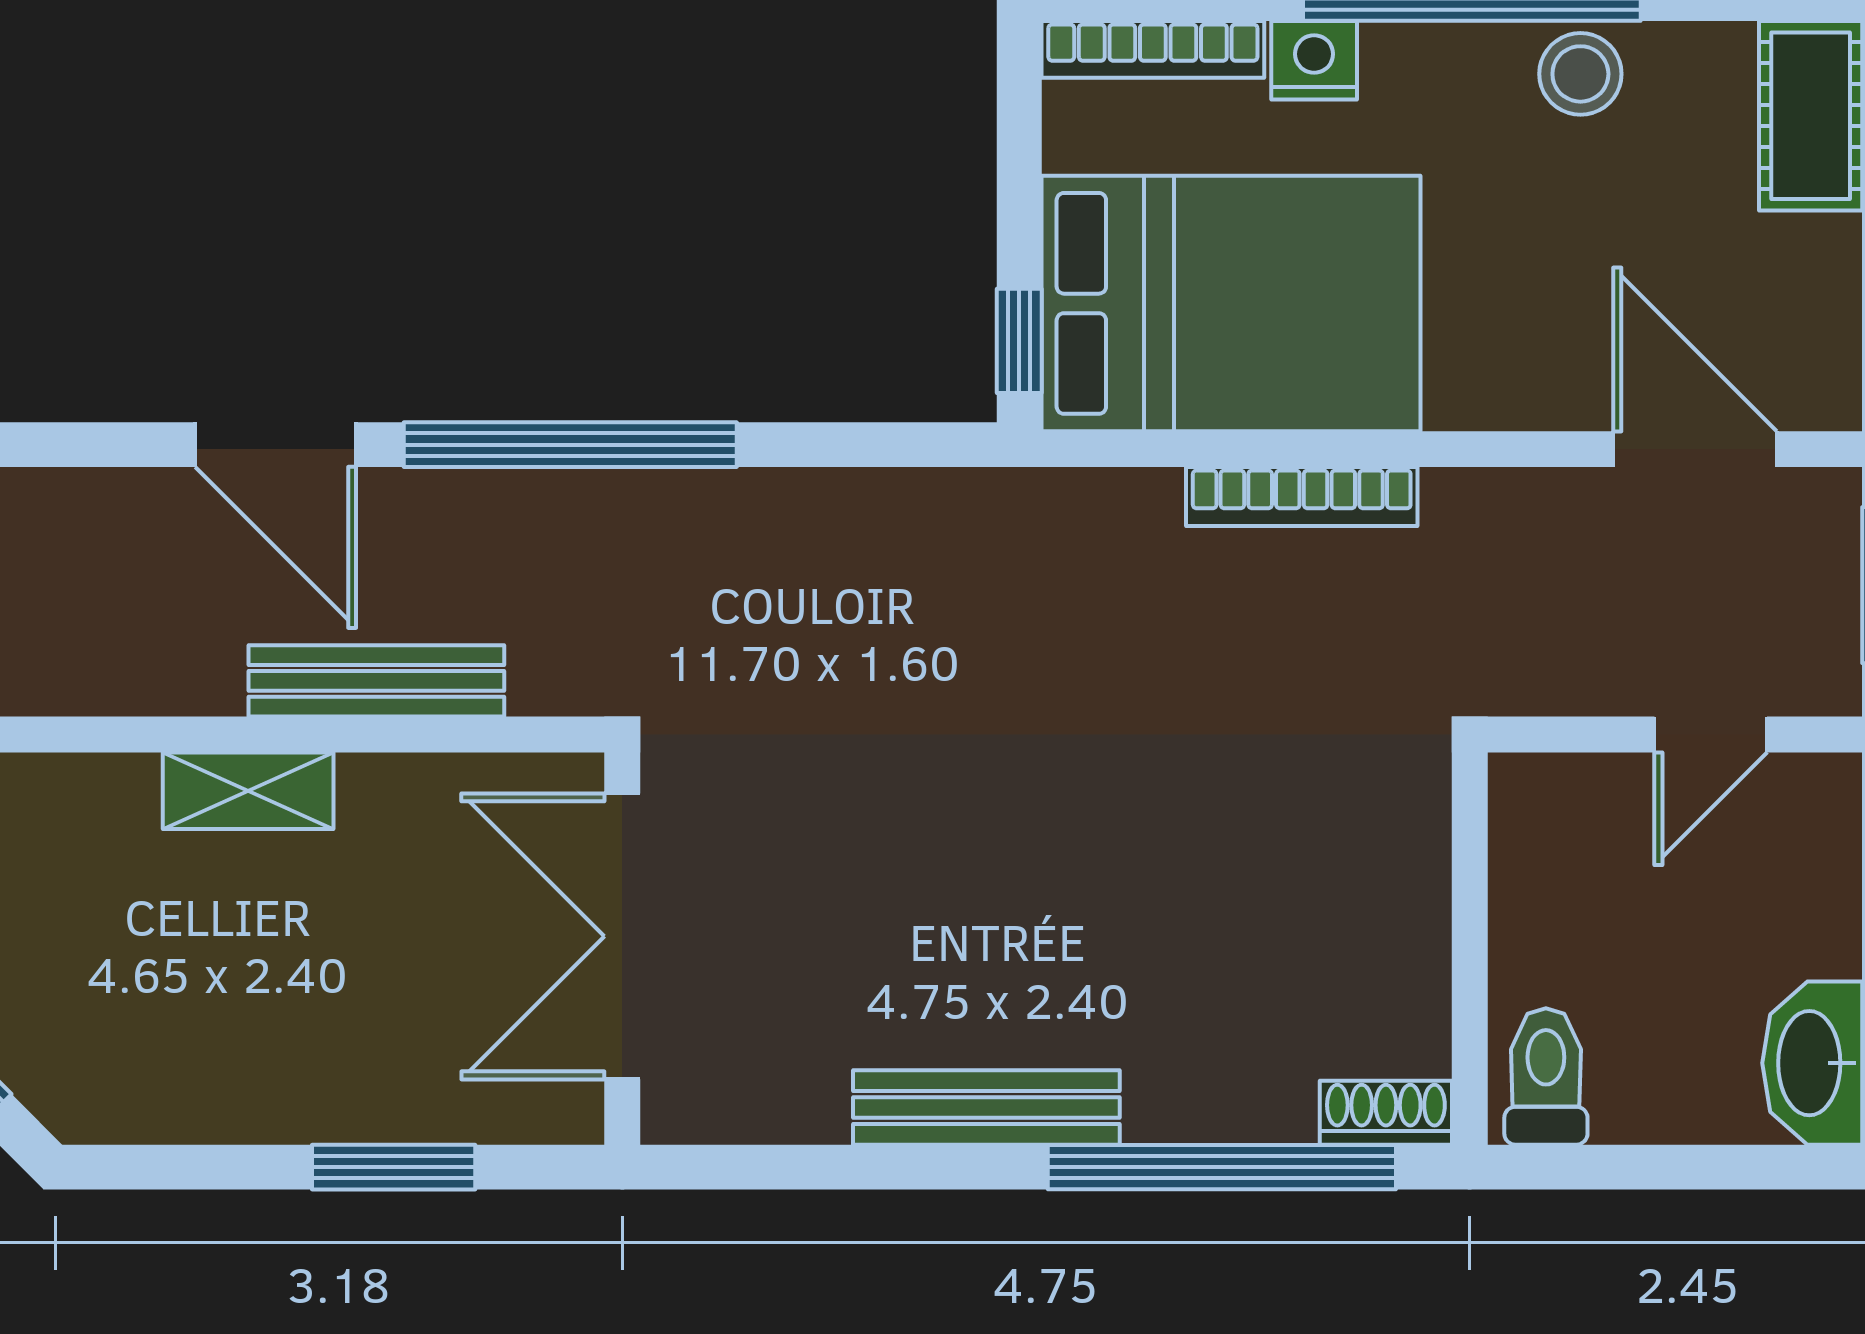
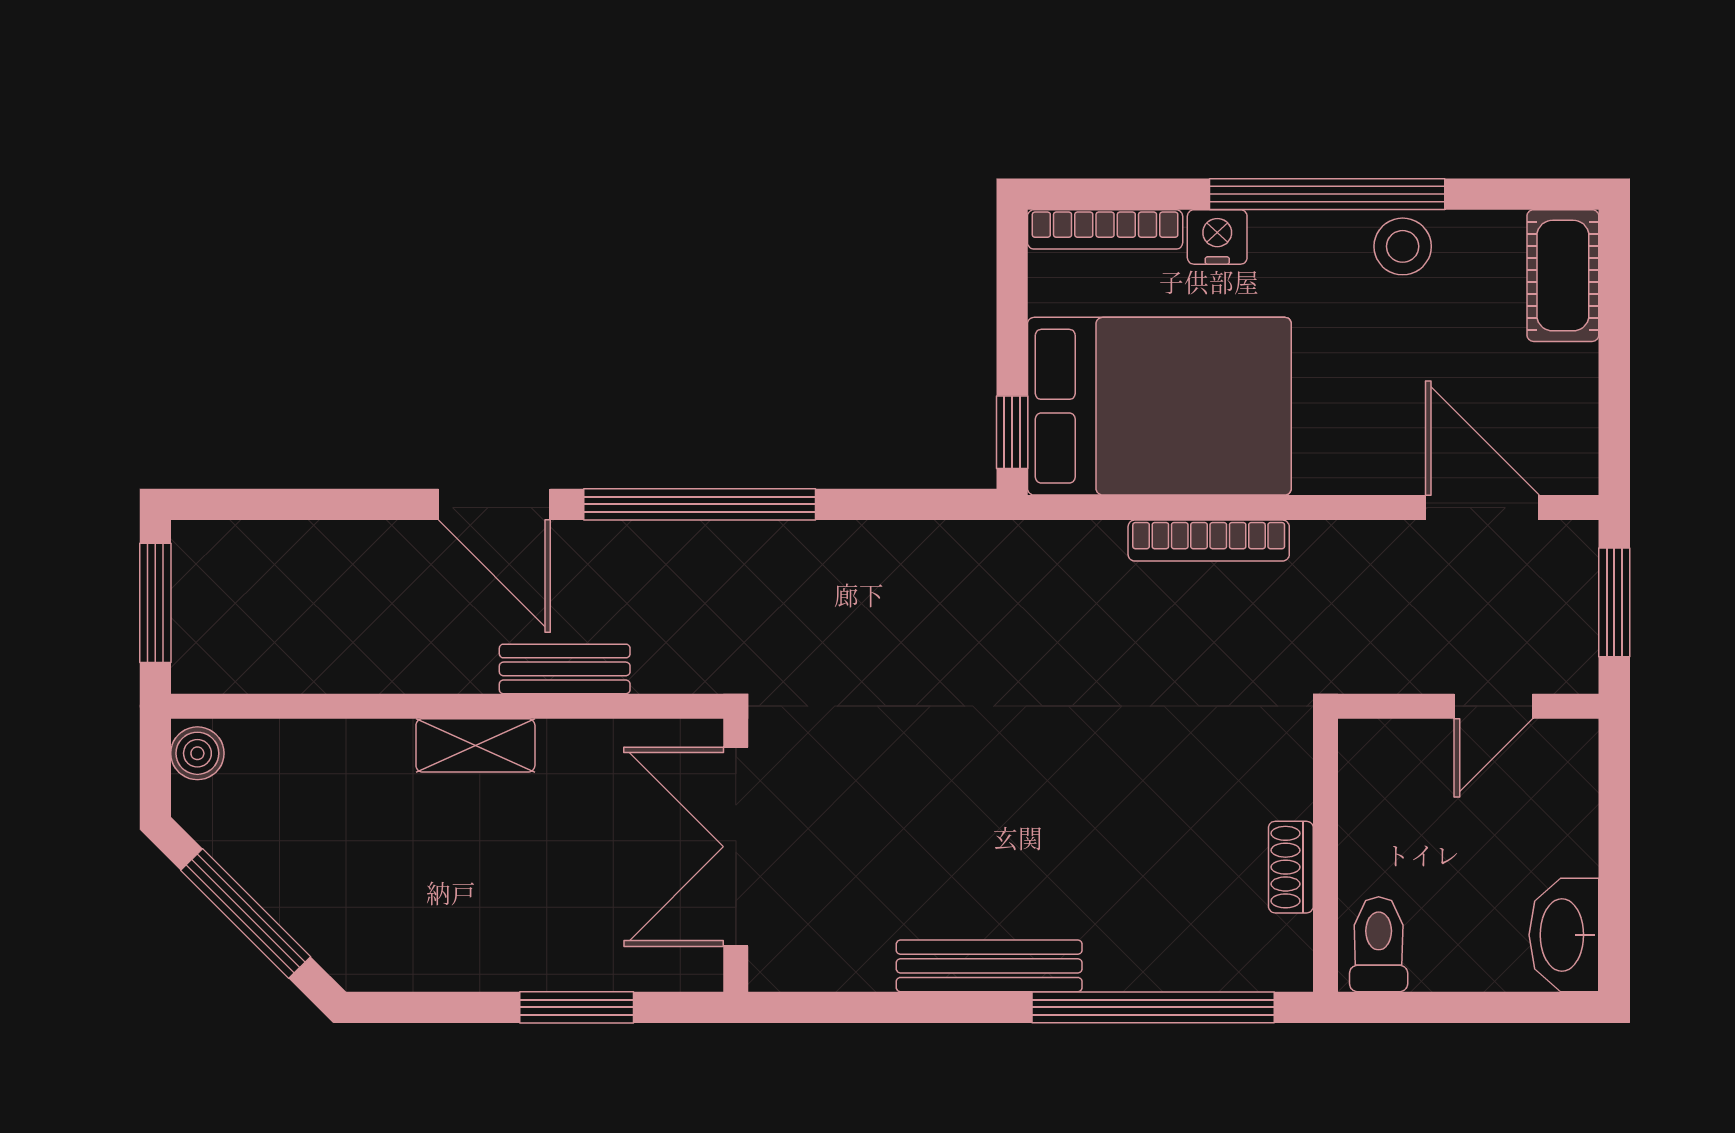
bench: (376, 681) -> (565, 669), width x0.73
shoe rack: (1386, 1113) -> (1291, 867), moved, turned -90

